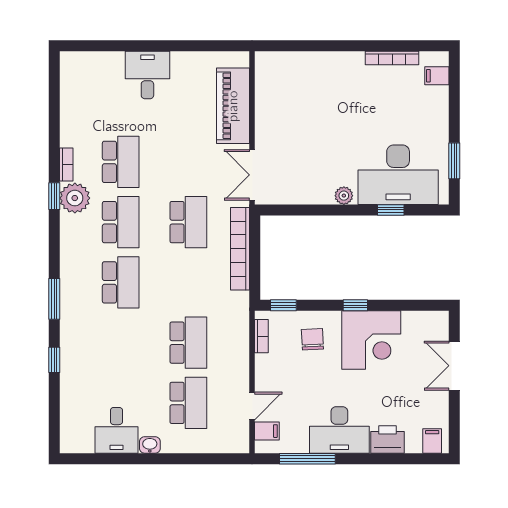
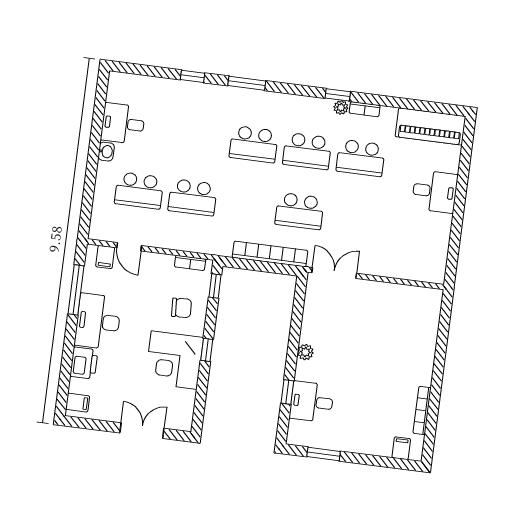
piano: (233, 106) -> (430, 126), moved, turned 180
desk: (398, 175) -> (312, 402), width x0.53, depth x0.77
plant: (75, 198) -> (341, 107), width x0.53, depth x0.53

